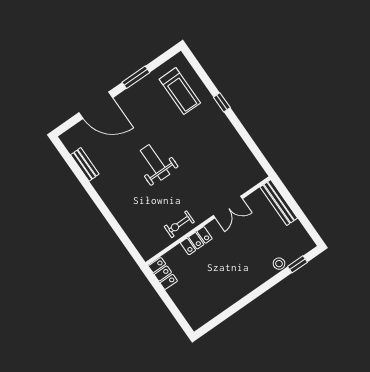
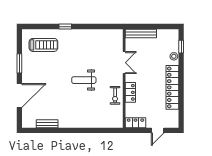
weight bench: (155, 162) -> (84, 80), moved
locker: (239, 289) -> (172, 87), added
door: (173, 308) -> (158, 130), added

